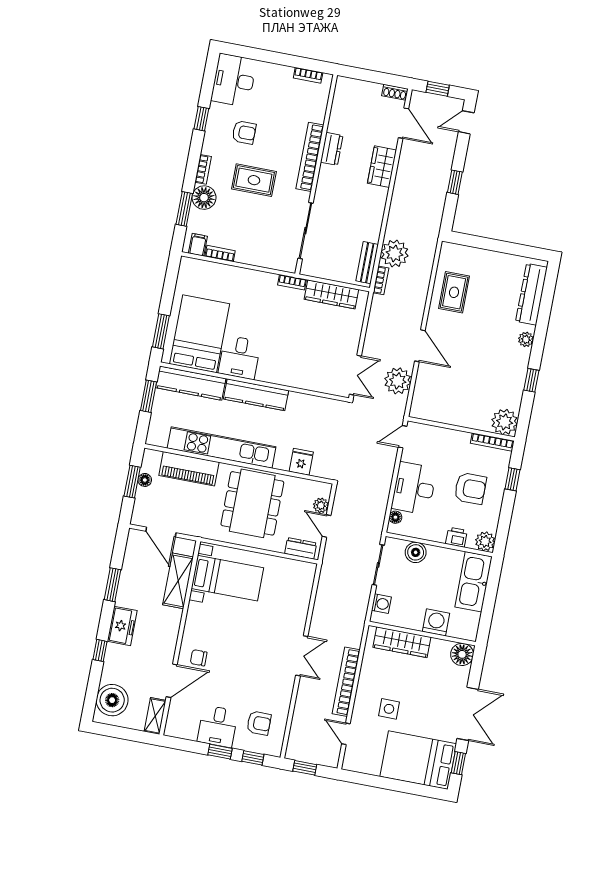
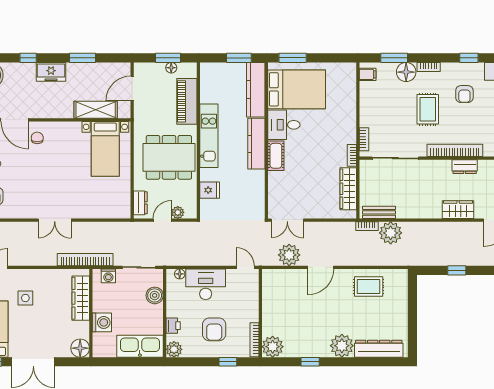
bookcase: (220, 253) -> (364, 139), moved
plant: (526, 339) -> (342, 346), width x1.87, depth x1.87
cot: (275, 374) -> (276, 156), added
kitchen unit: (222, 448) -> (209, 136), width x0.73
bookcase: (346, 682) -> (85, 260), moved

